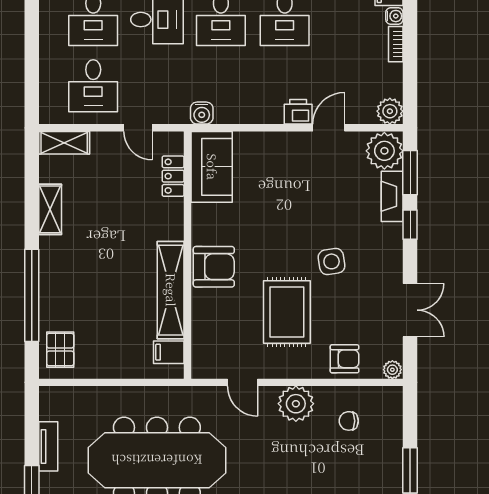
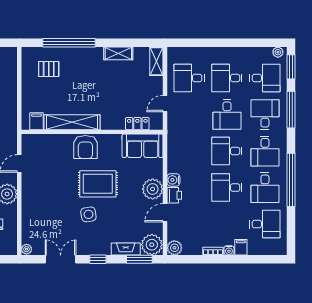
water cooler: (202, 113) -> (173, 180), moved
door: (329, 128) -> (165, 213), swing flipped
plant: (287, 149) -> (153, 189), added
window: (410, 225) -> (98, 259), moved
double door: (410, 310) -> (61, 259), swing flipped
rug: (287, 312) -> (98, 184), moved
pallet: (60, 350) -> (49, 69), moved
armchair: (345, 359) -> (33, 222), removed

